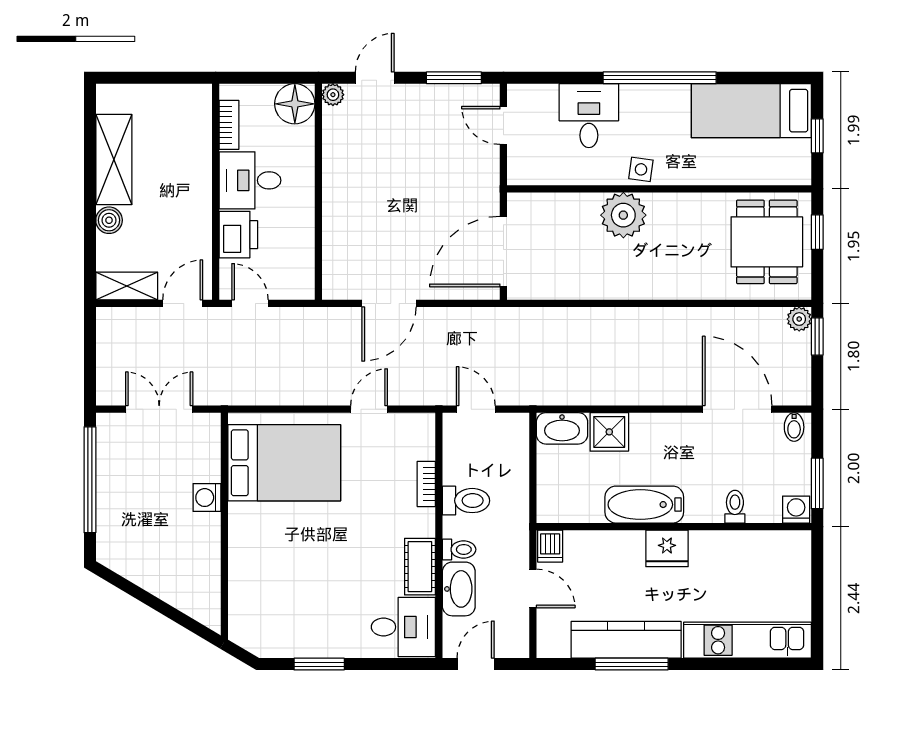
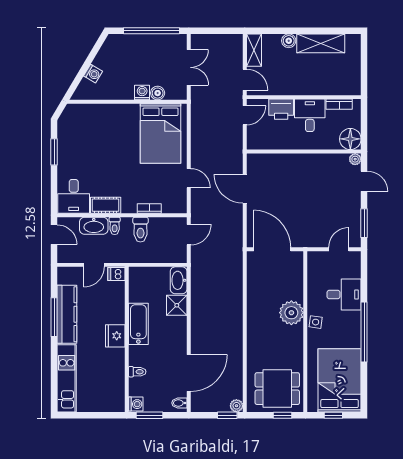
bed: (751, 111) -> (340, 380), width x1.50
boiler: (208, 468) -> (158, 93), added
washing machine: (171, 590) -> (93, 74), added

